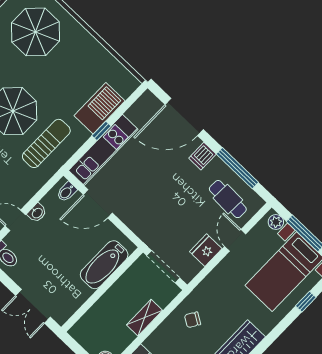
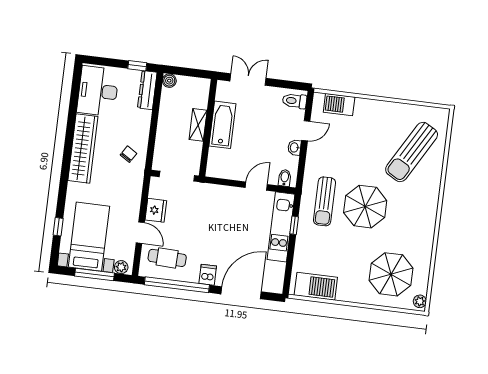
barbecue: (100, 108) -> (316, 286), moved, turned -90
window: (101, 131) -> (294, 225), moved
window: (237, 168) -> (177, 285), width x1.46
door: (98, 204) -> (256, 186), width x0.73
bathtub: (104, 265) -> (222, 125), moved
shelving: (145, 318) -> (198, 125), moved

